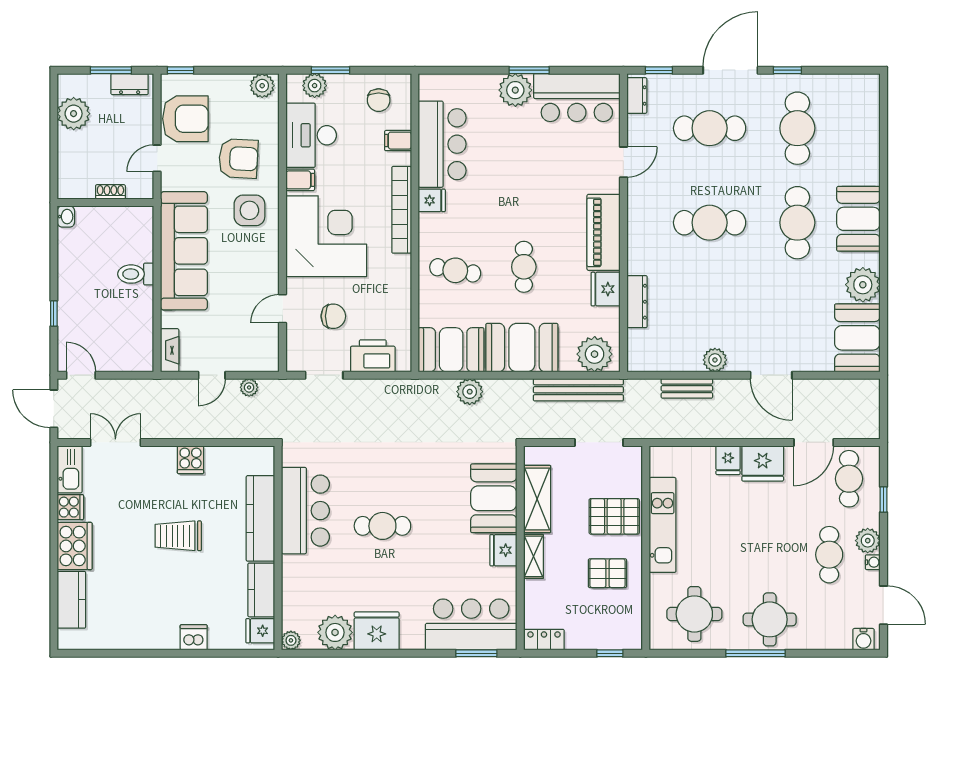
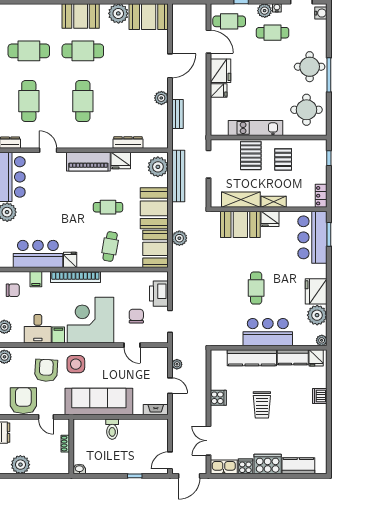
desk: (311, 135) -> (38, 329), width x0.73
bar counter: (305, 511) -> (268, 332), moved

